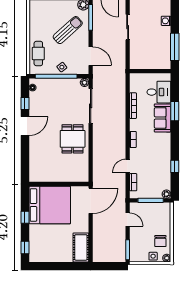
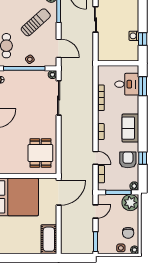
washing machine: (166, 21) -> (134, 36), moved
window: (175, 47) -> (143, 39), width x0.46
window: (175, 111) -> (143, 86), moved
sofa: (163, 118) -> (130, 128), moved
dining table: (73, 139) -> (40, 153), moved
door: (128, 166) -> (95, 158), swing flipped
armchair: (160, 168) -> (128, 160), added
plant: (163, 211) -> (130, 203), added
door: (128, 220) -> (95, 211), hinge flipped

